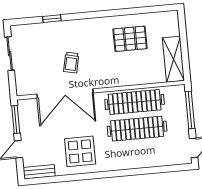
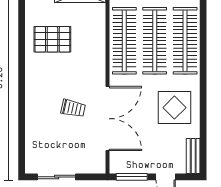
window: (52, 19) -> (22, 126), removed
pallet: (130, 39) -> (52, 39), turned 90
clothes rail: (139, 155) -> (185, 41), added

